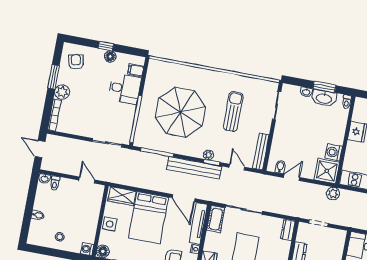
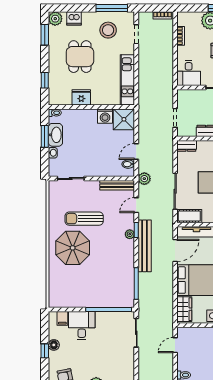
parasol: (180, 112) -> (73, 248), moved, width x0.73, depth x0.73
door: (292, 177) -> (136, 151), hinge flipped
plant: (333, 194) -> (144, 179), moved

